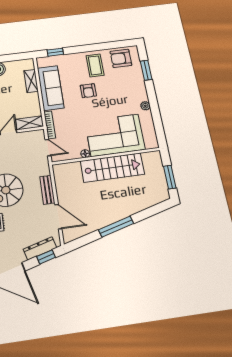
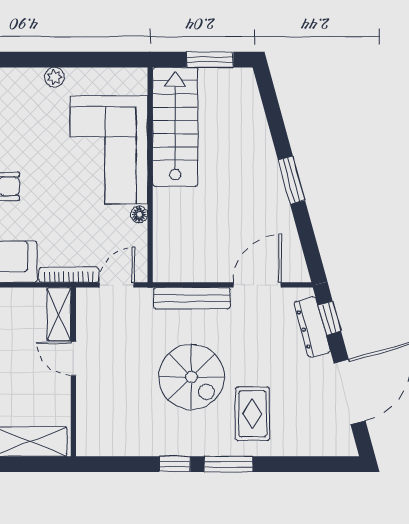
stairs: (112, 168) -> (175, 127), moved
bench: (47, 190) -> (192, 298), width x1.36
window: (116, 227) -> (292, 180), width x0.69

